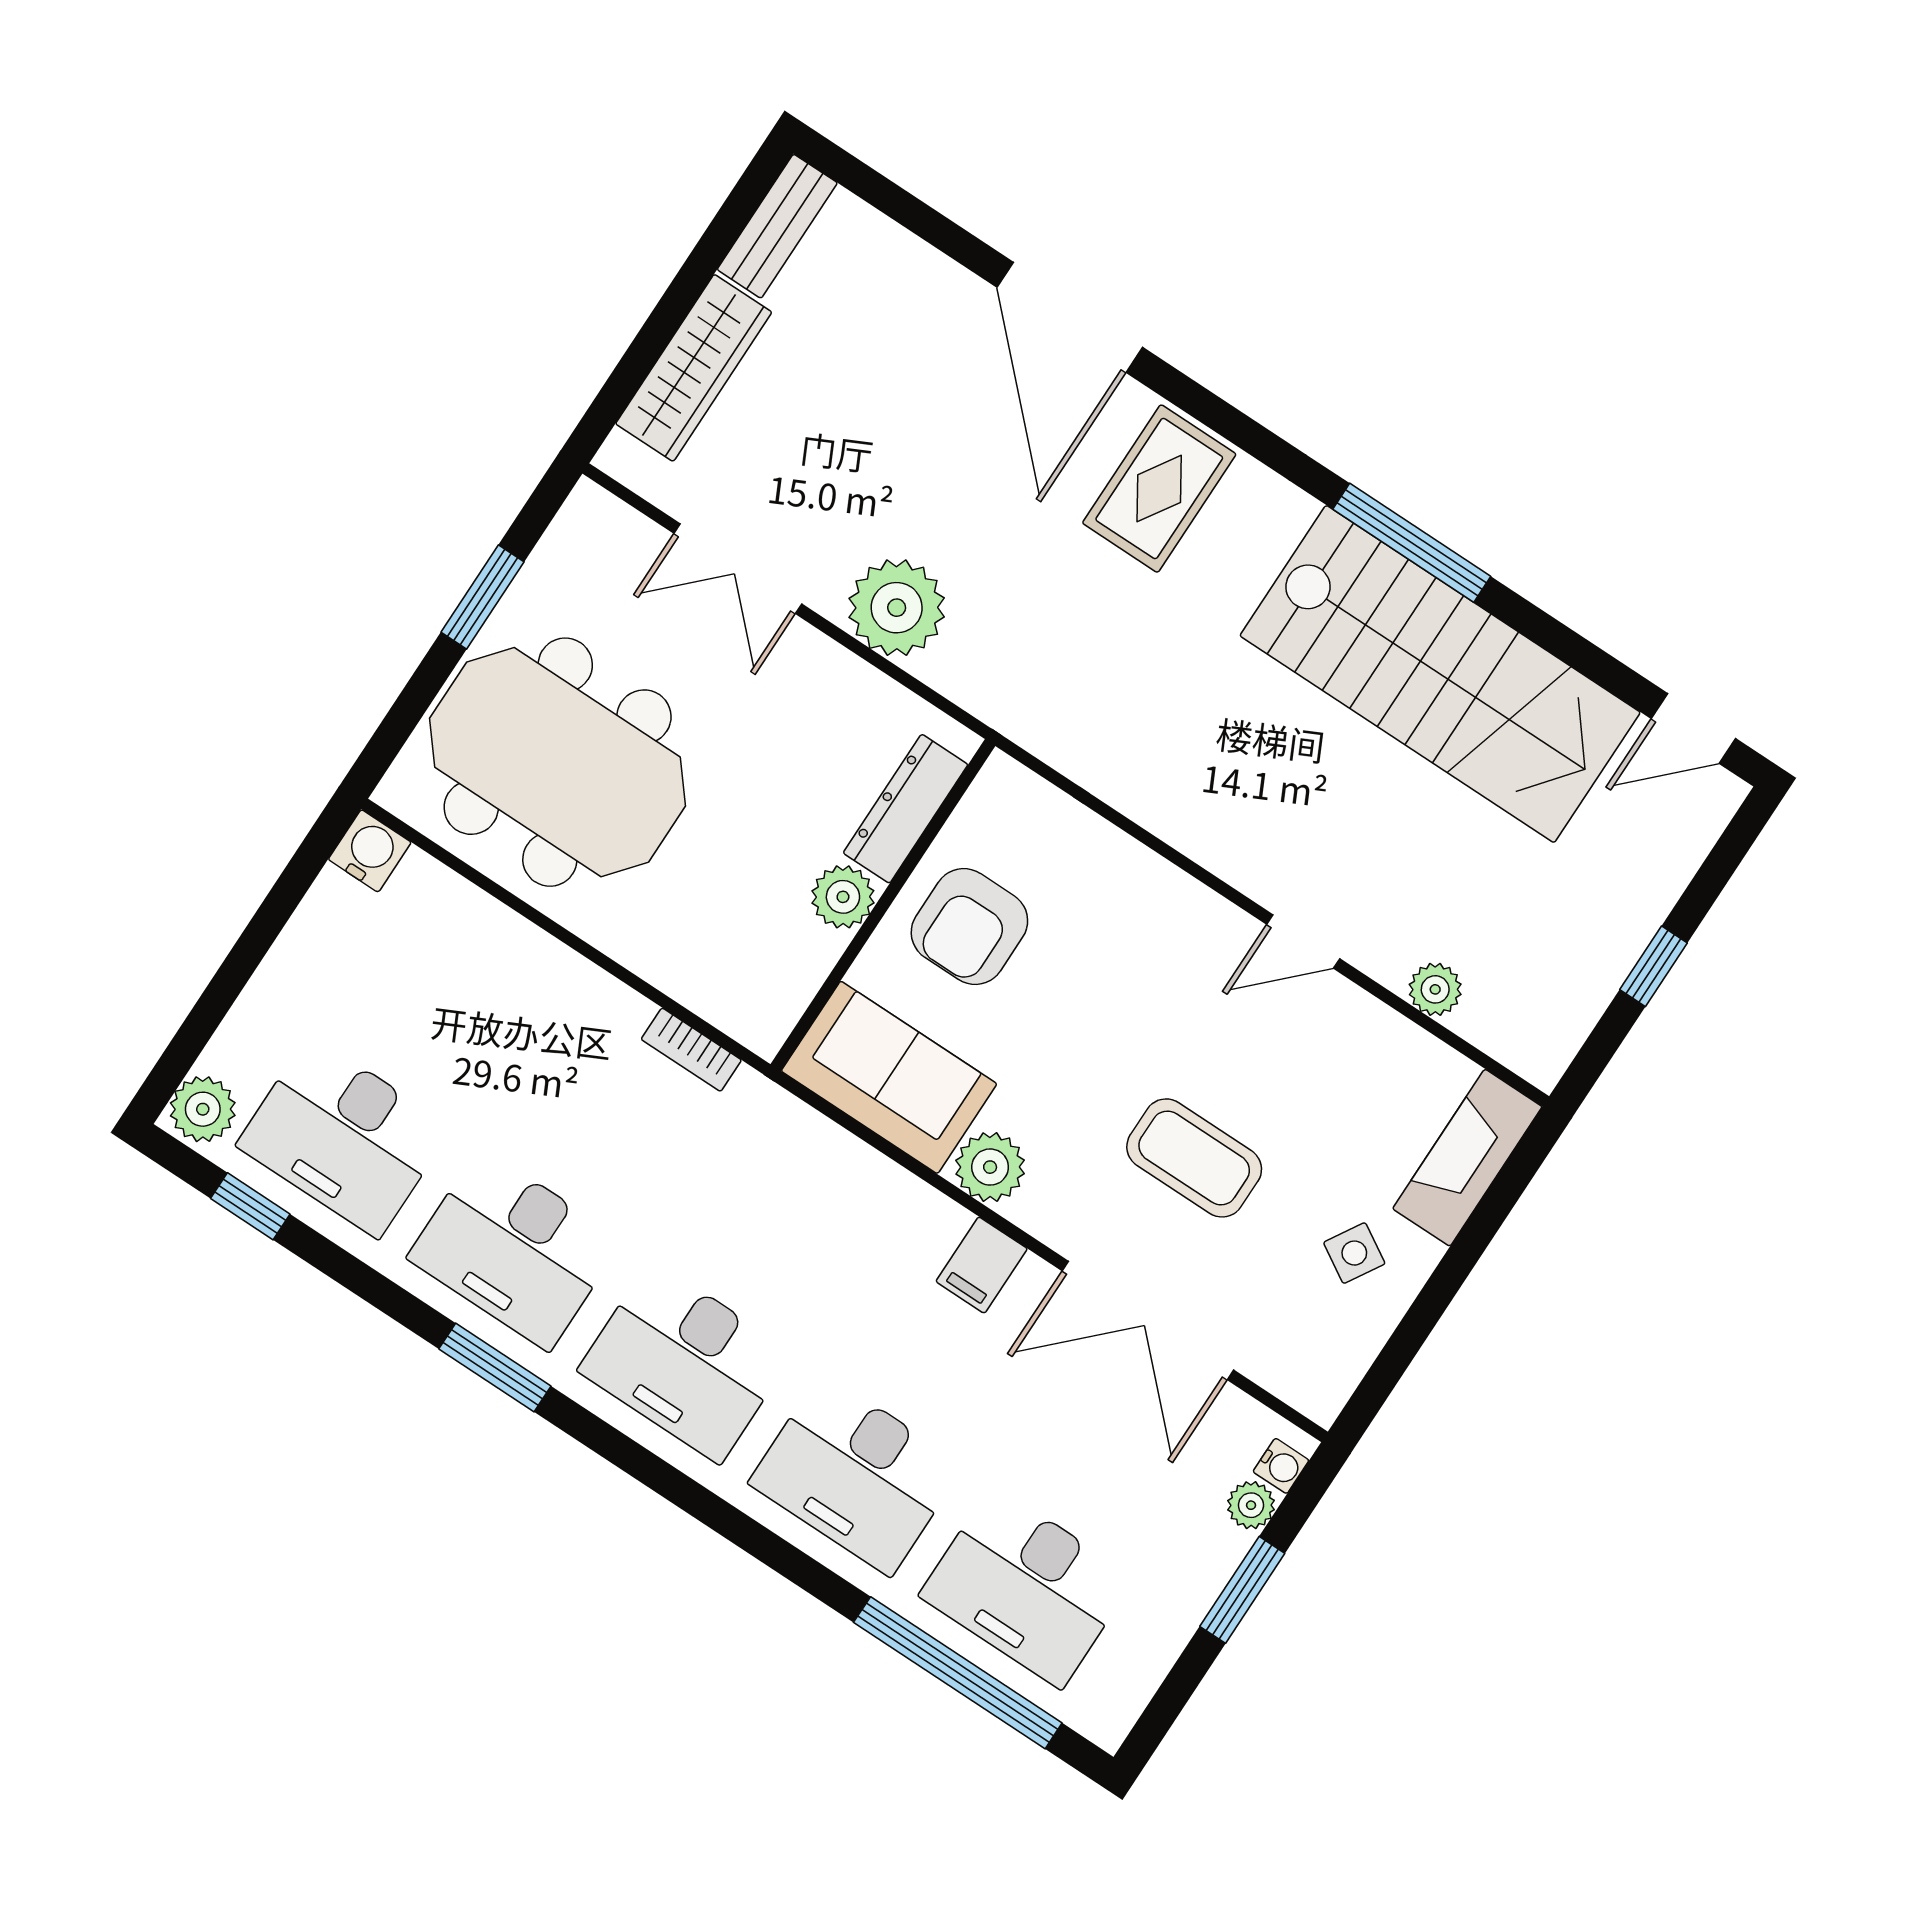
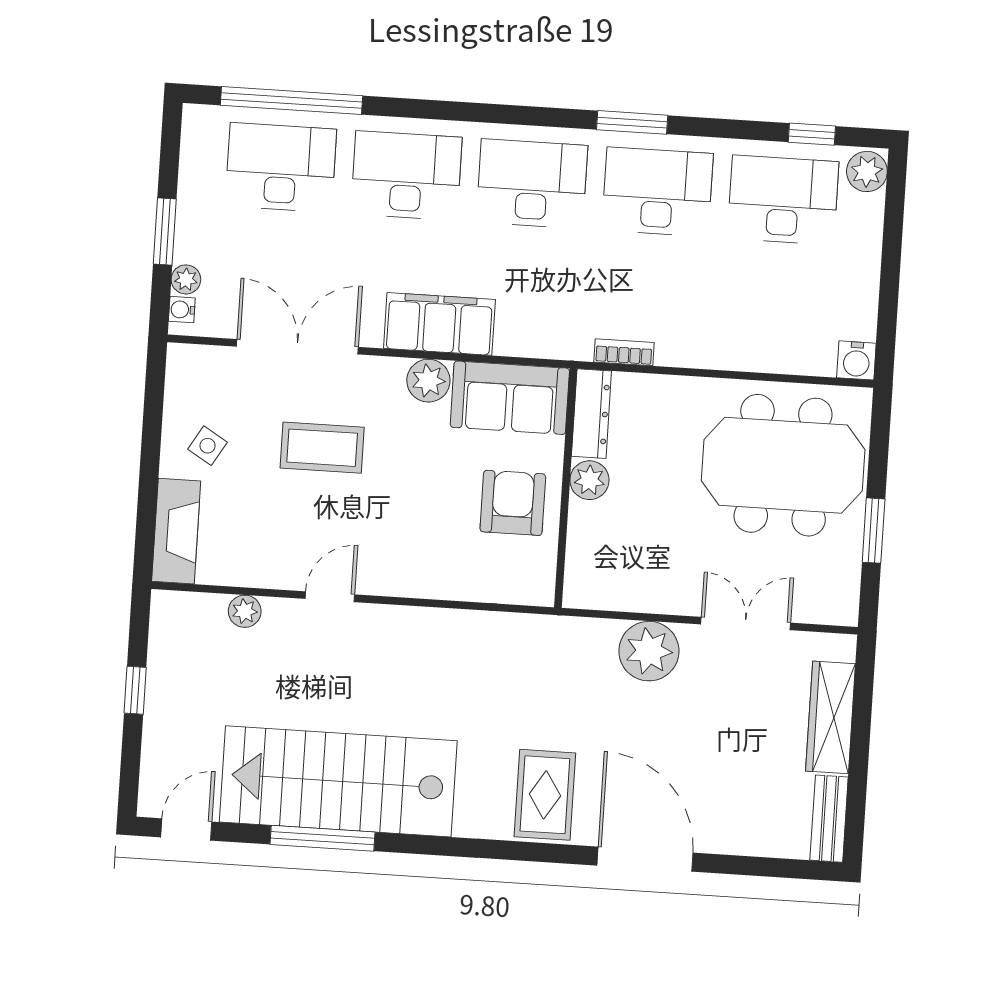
window: (1412, 543) -> (322, 838), moved
dresser: (906, 809) -> (591, 414), moved
filing cabinet: (982, 1265) -> (439, 324), width x3.00, depth x1.17

